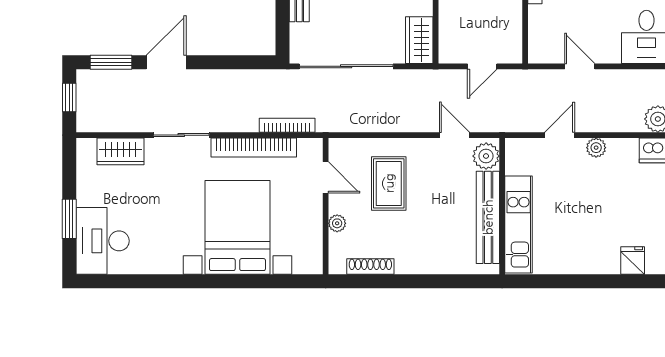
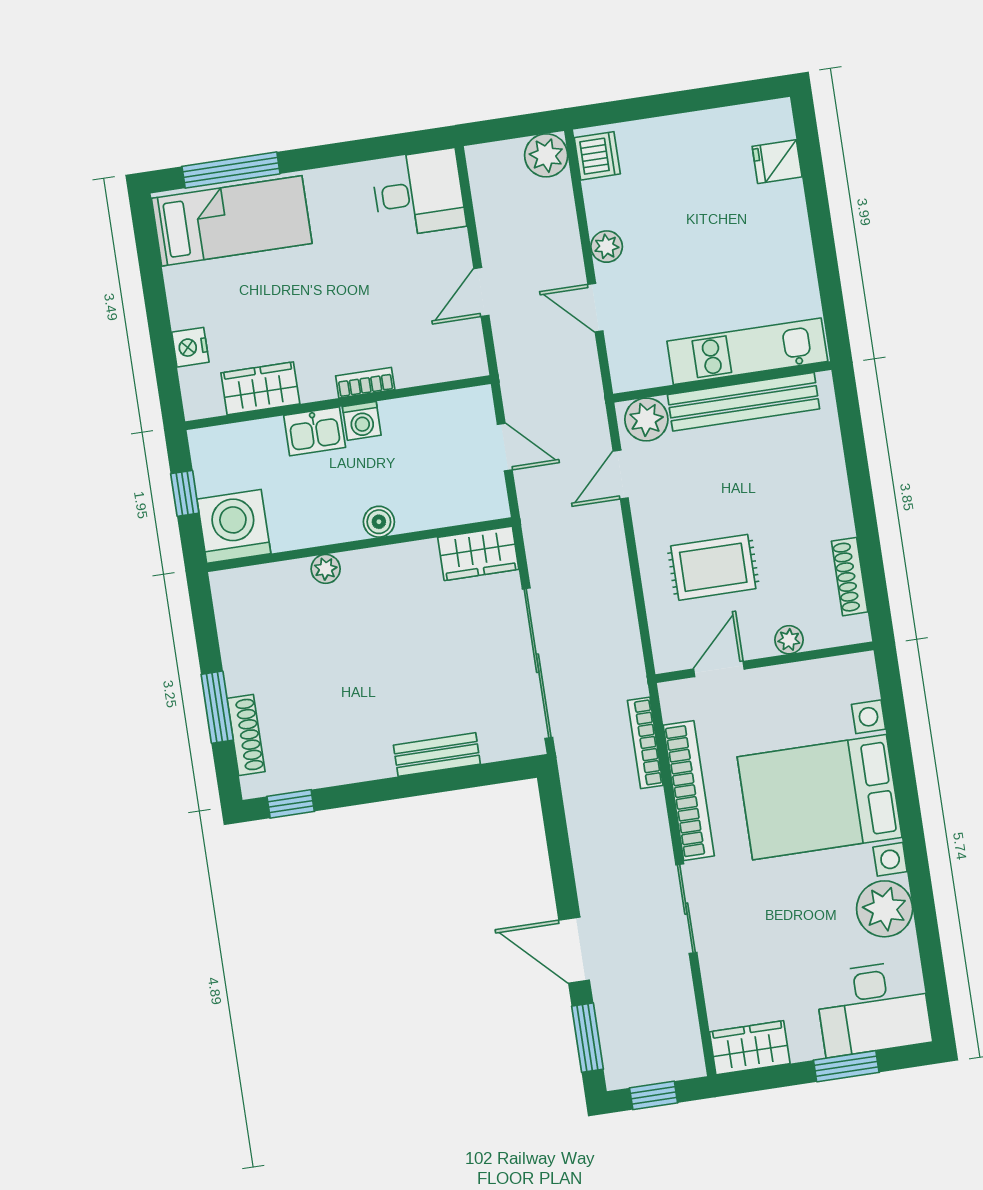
wardrobe: (120, 151) -> (750, 1048), moved, turned -90
plant: (163, 257) -> (885, 909), added

